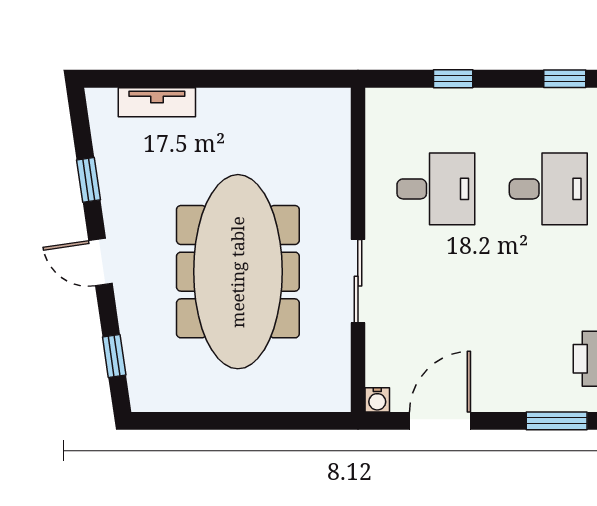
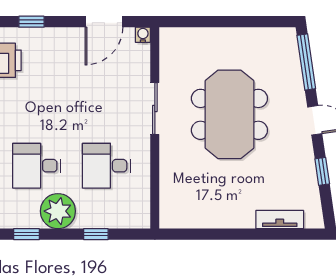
plant: (514, 116) -> (58, 211), added
meeting table: (238, 272) -> (229, 114), width x0.73
window: (114, 356) -> (306, 62), width x2.17
window: (557, 421) -> (31, 22), width x0.67

